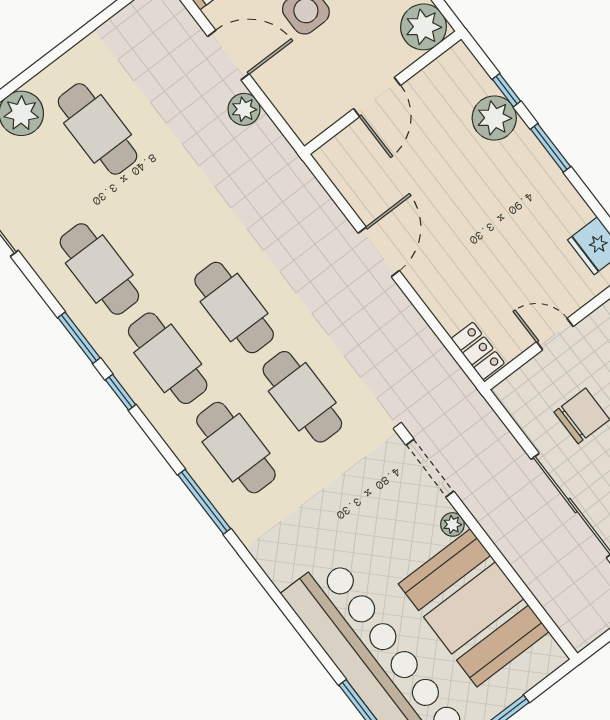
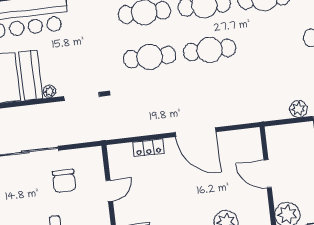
door: (379, 252) -> (196, 132), width x1.36
locker: (478, 351) -> (148, 148), moved

